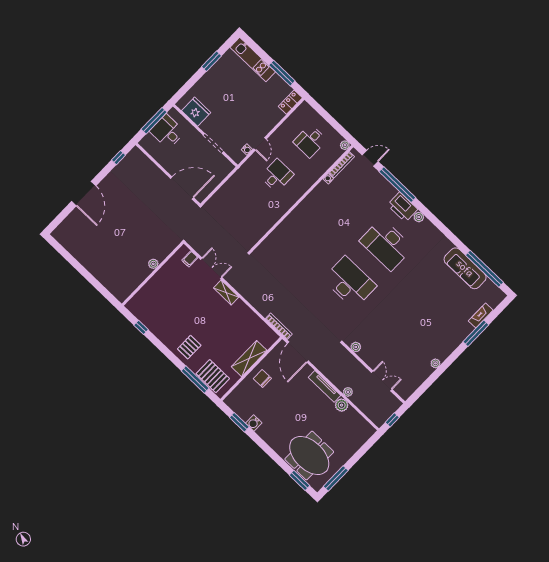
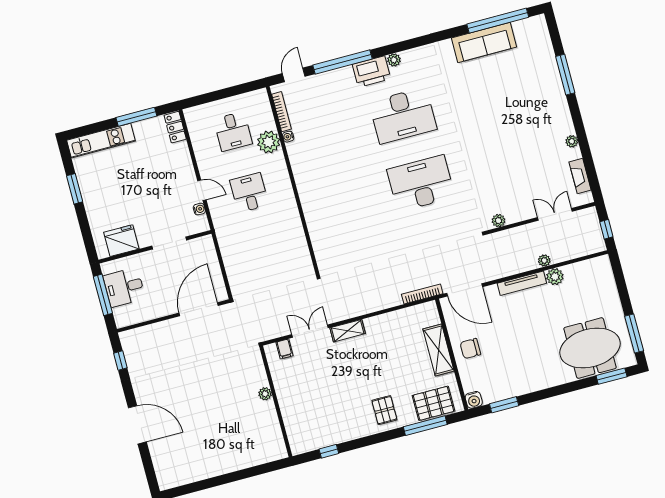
plant: (345, 145) -> (269, 142), moved, width x1.87, depth x1.87
fireplace: (481, 316) -> (580, 176), moved
water cooler: (254, 423) -> (474, 400), moved

